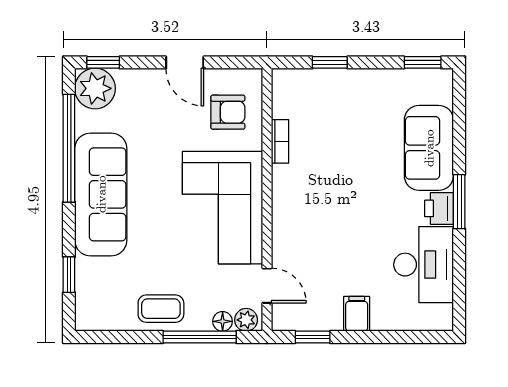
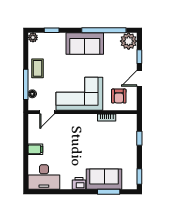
window: (103, 62) -> (139, 57), moved
sofa: (101, 194) -> (85, 44), width x0.73
window: (459, 202) -> (109, 192), moved
desk: (424, 265) -> (44, 177), moved
plant: (246, 320) -> (33, 37), moved
window: (313, 337) -> (26, 131), removed

